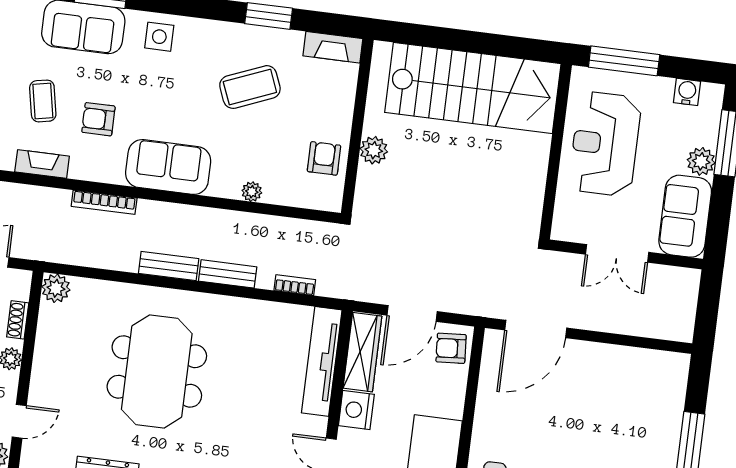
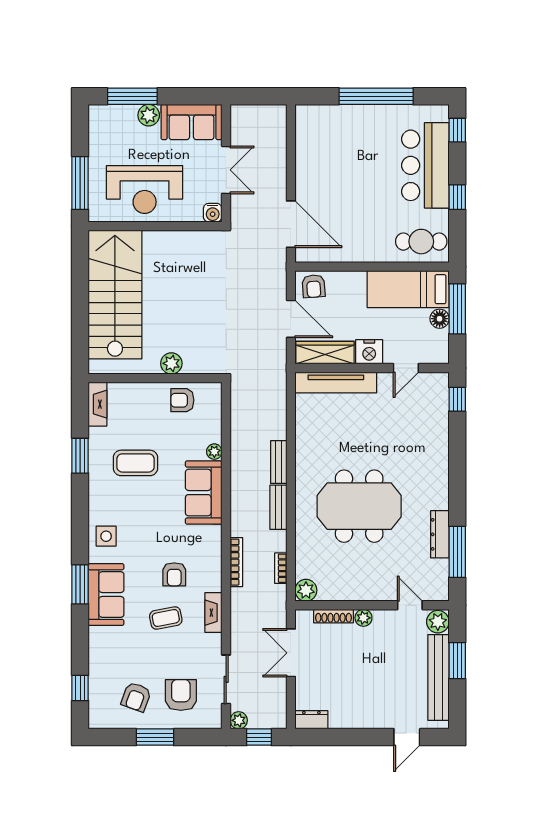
coffee table: (250, 87) -> (135, 463), turned -68
water cooler: (687, 92) -> (213, 213), moved, turned -90
sofa: (168, 167) -> (204, 493), moved
bookcase: (295, 285) -> (281, 568), moved
shoe rack: (18, 320) -> (333, 616), width x1.43

